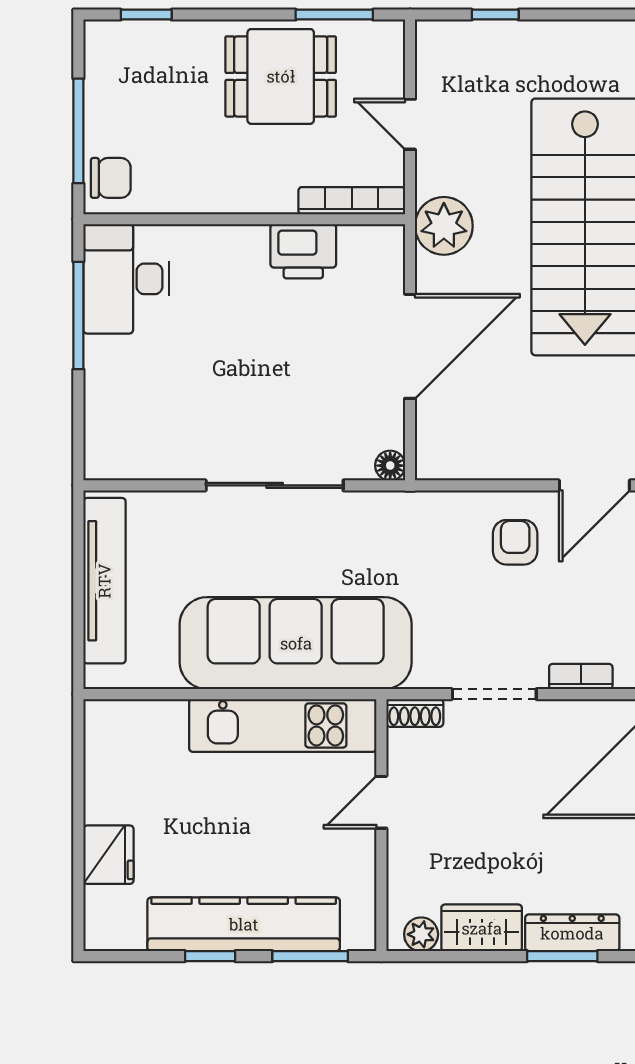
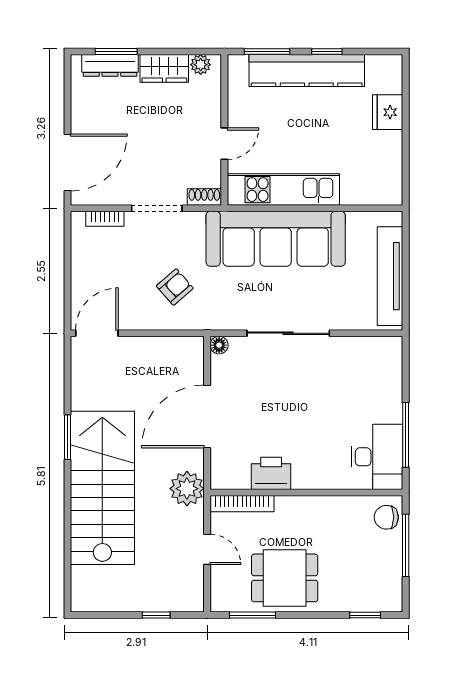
armchair: (515, 542) -> (175, 287), moved, turned -131

